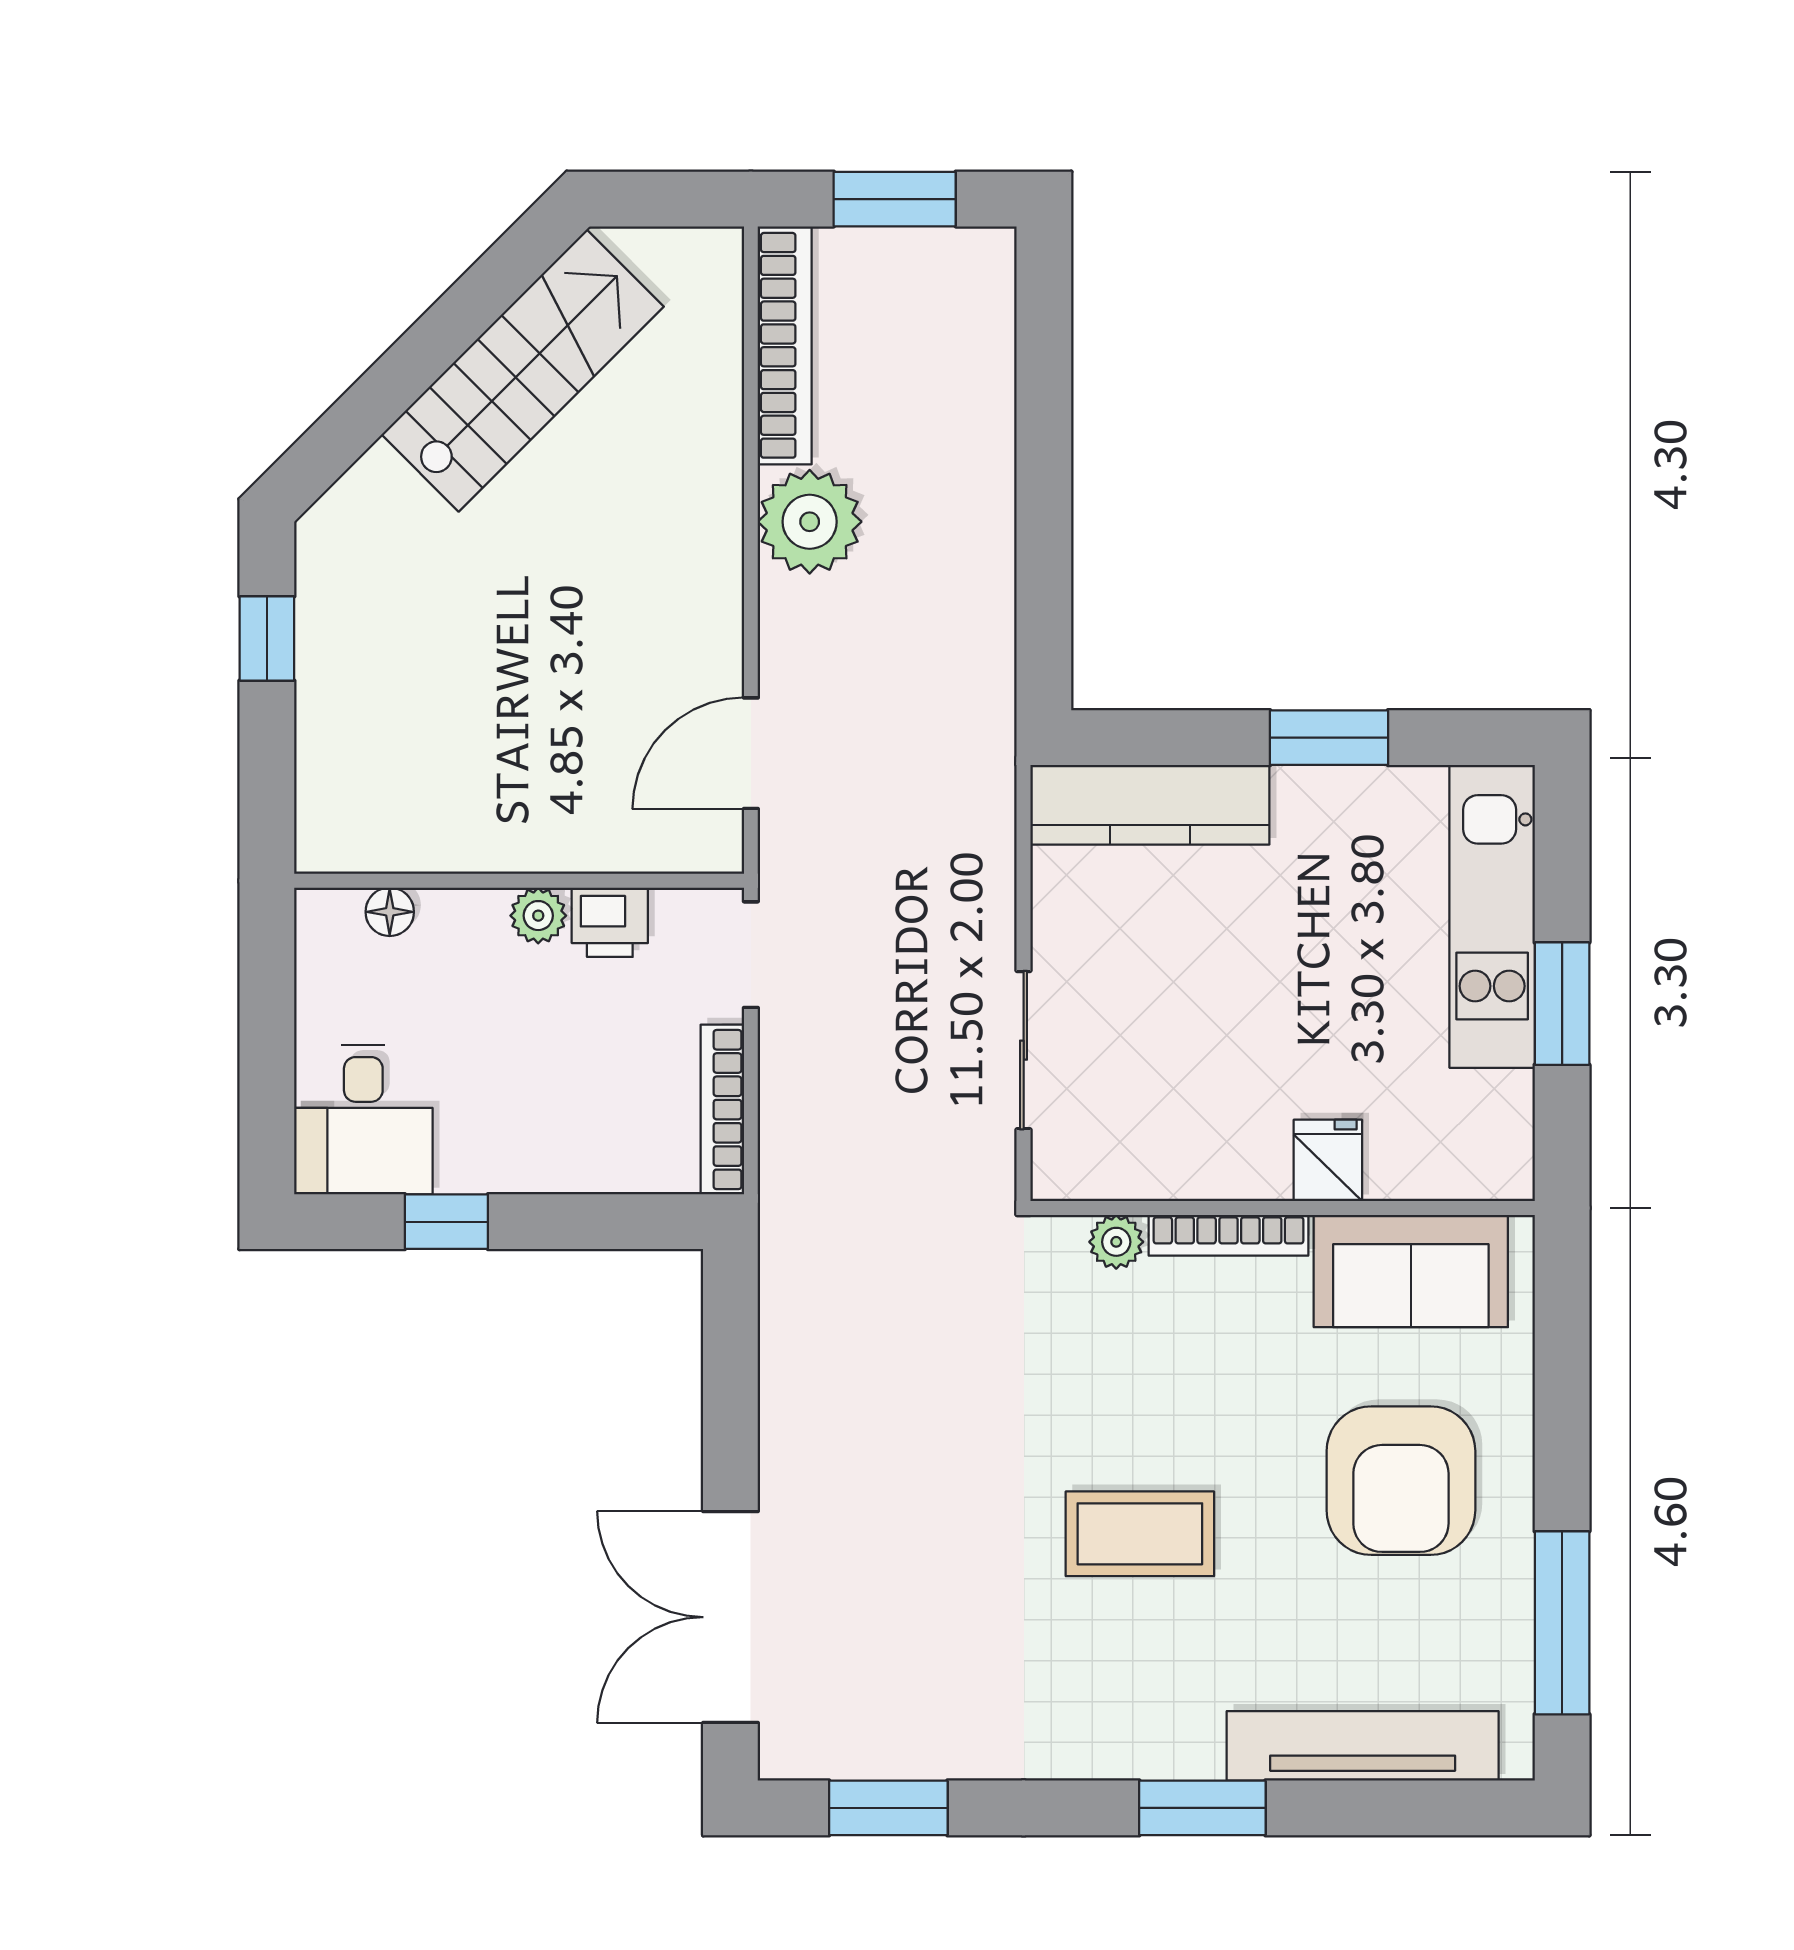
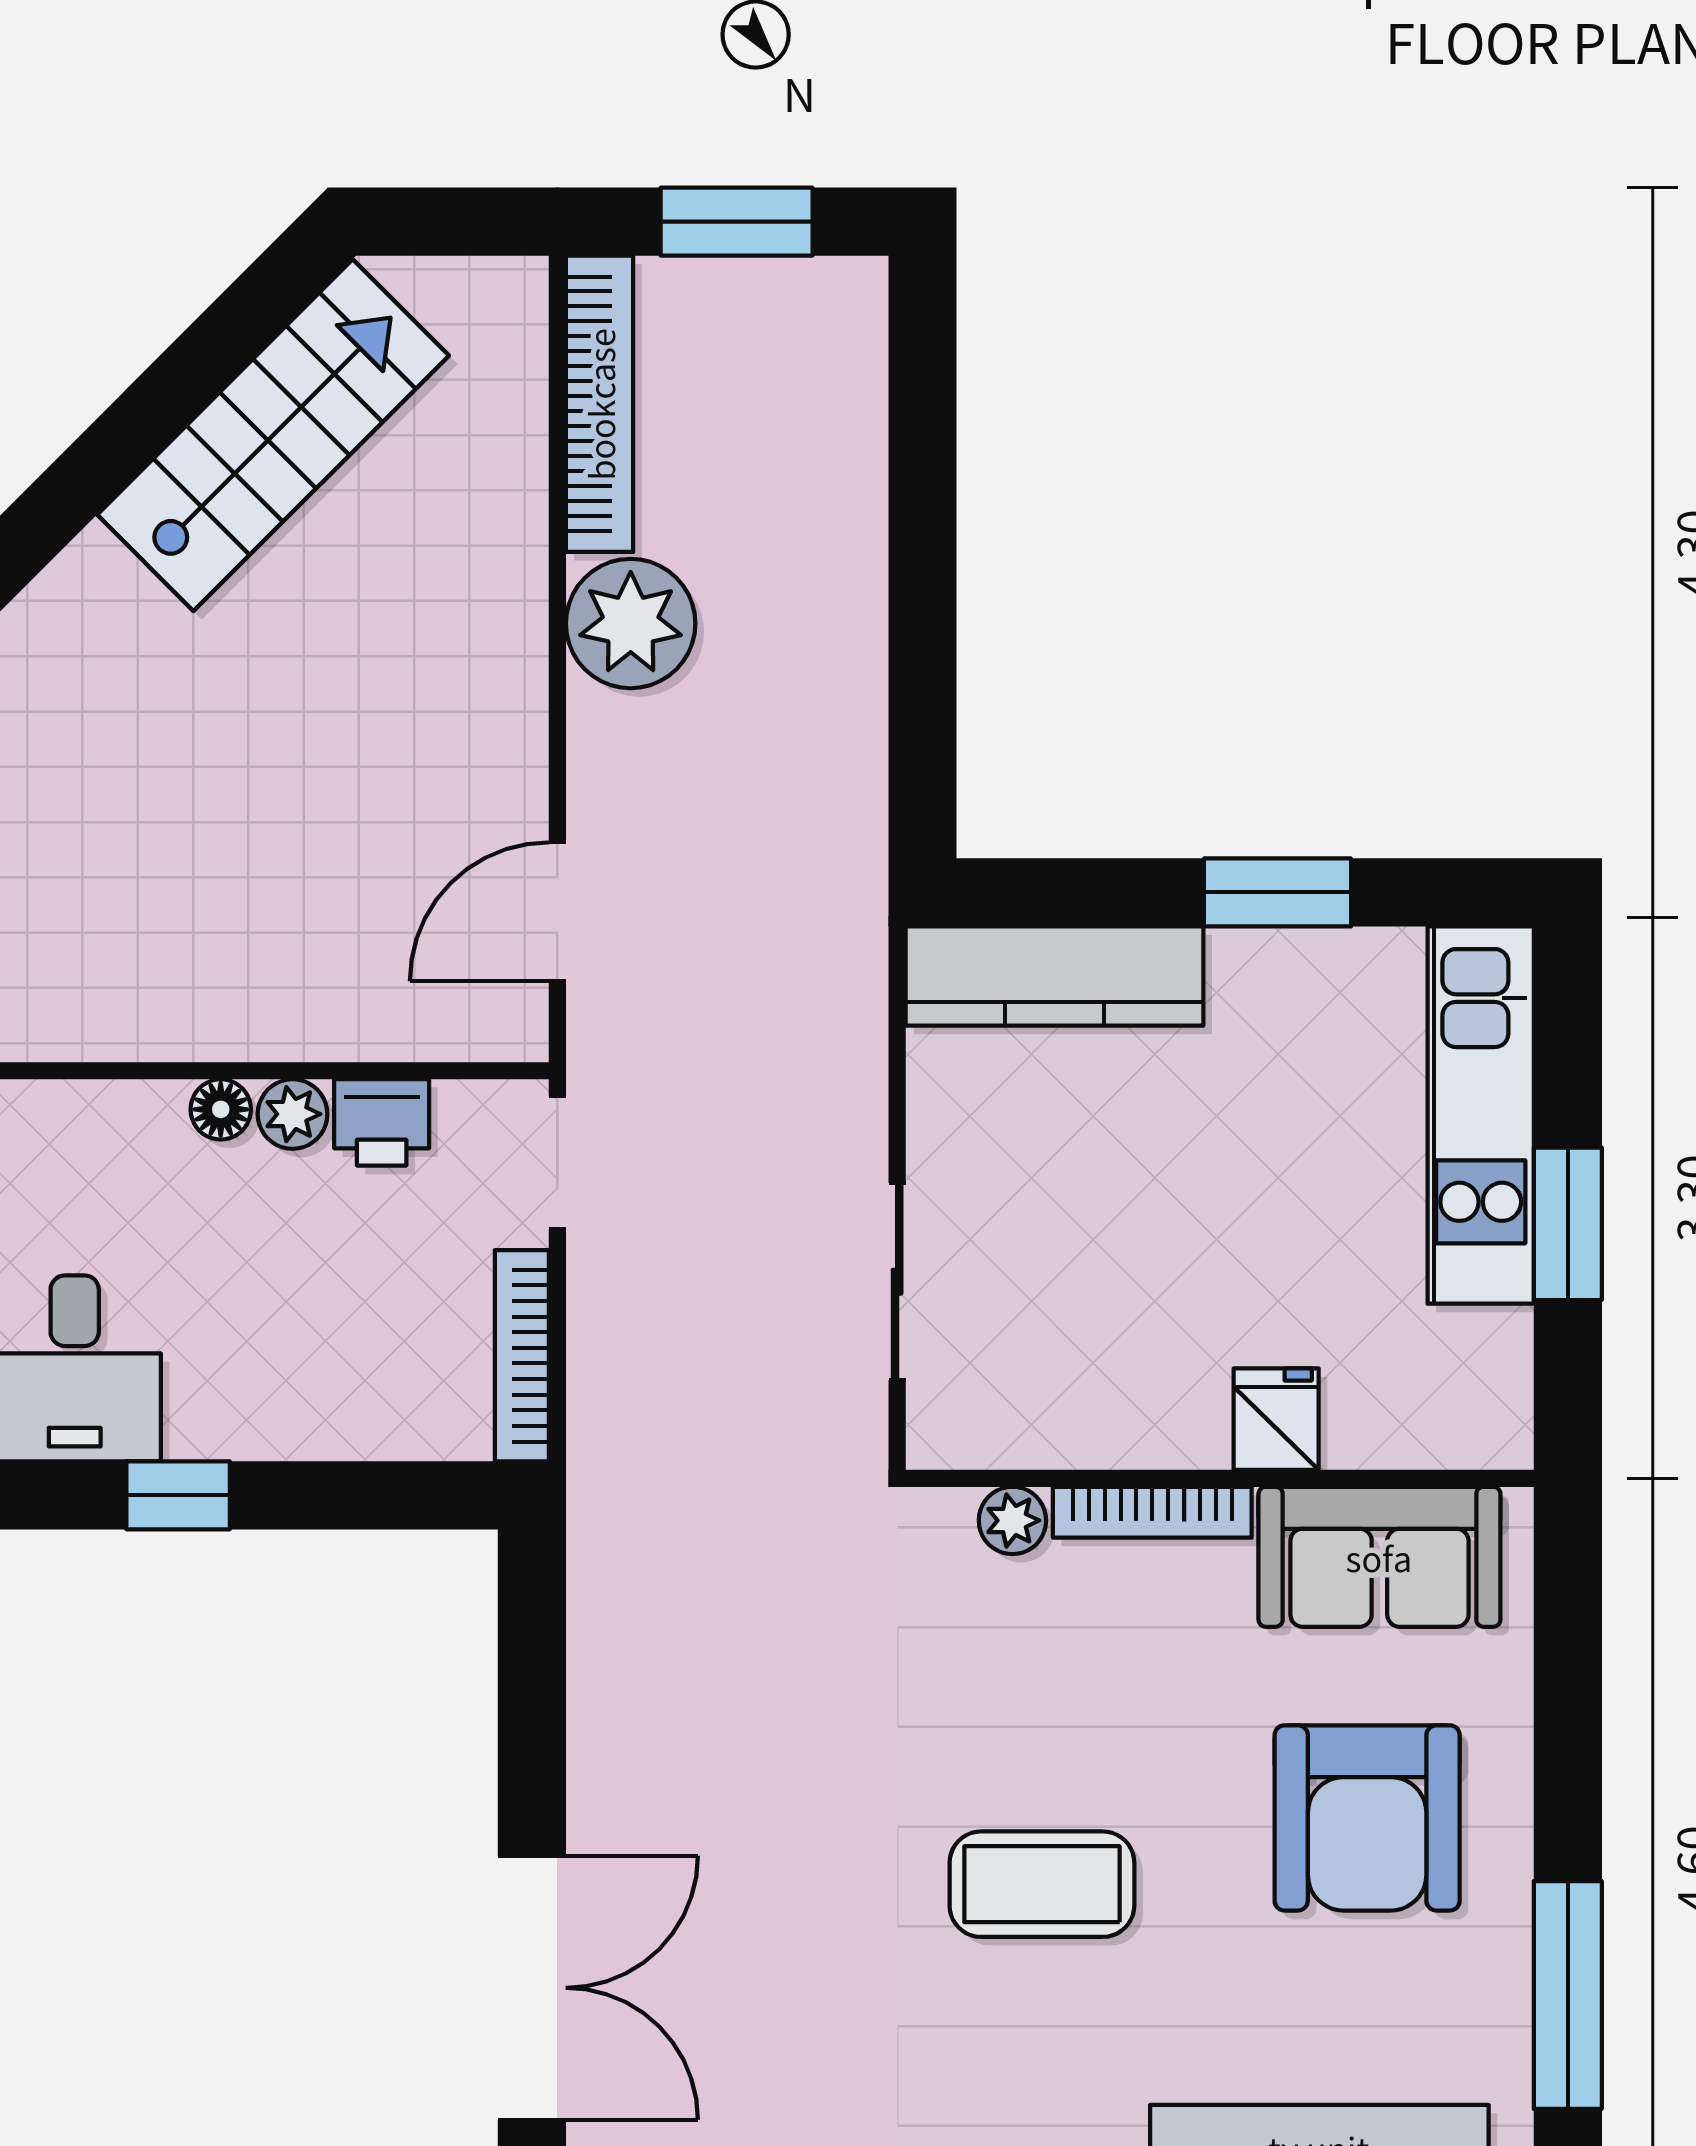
floor lamp: (390, 912) -> (221, 1109), moved
double door: (730, 1617) -> (532, 1988), swing flipped

